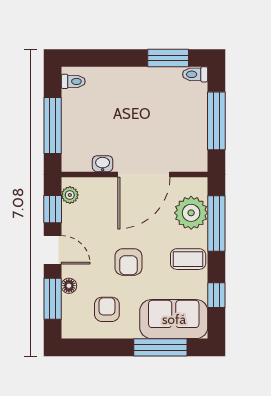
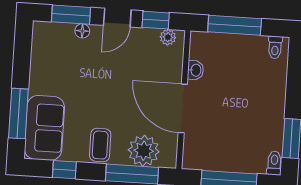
armchair: (128, 262) -> (101, 89), removed
armchair: (107, 309) -> (58, 65), removed

